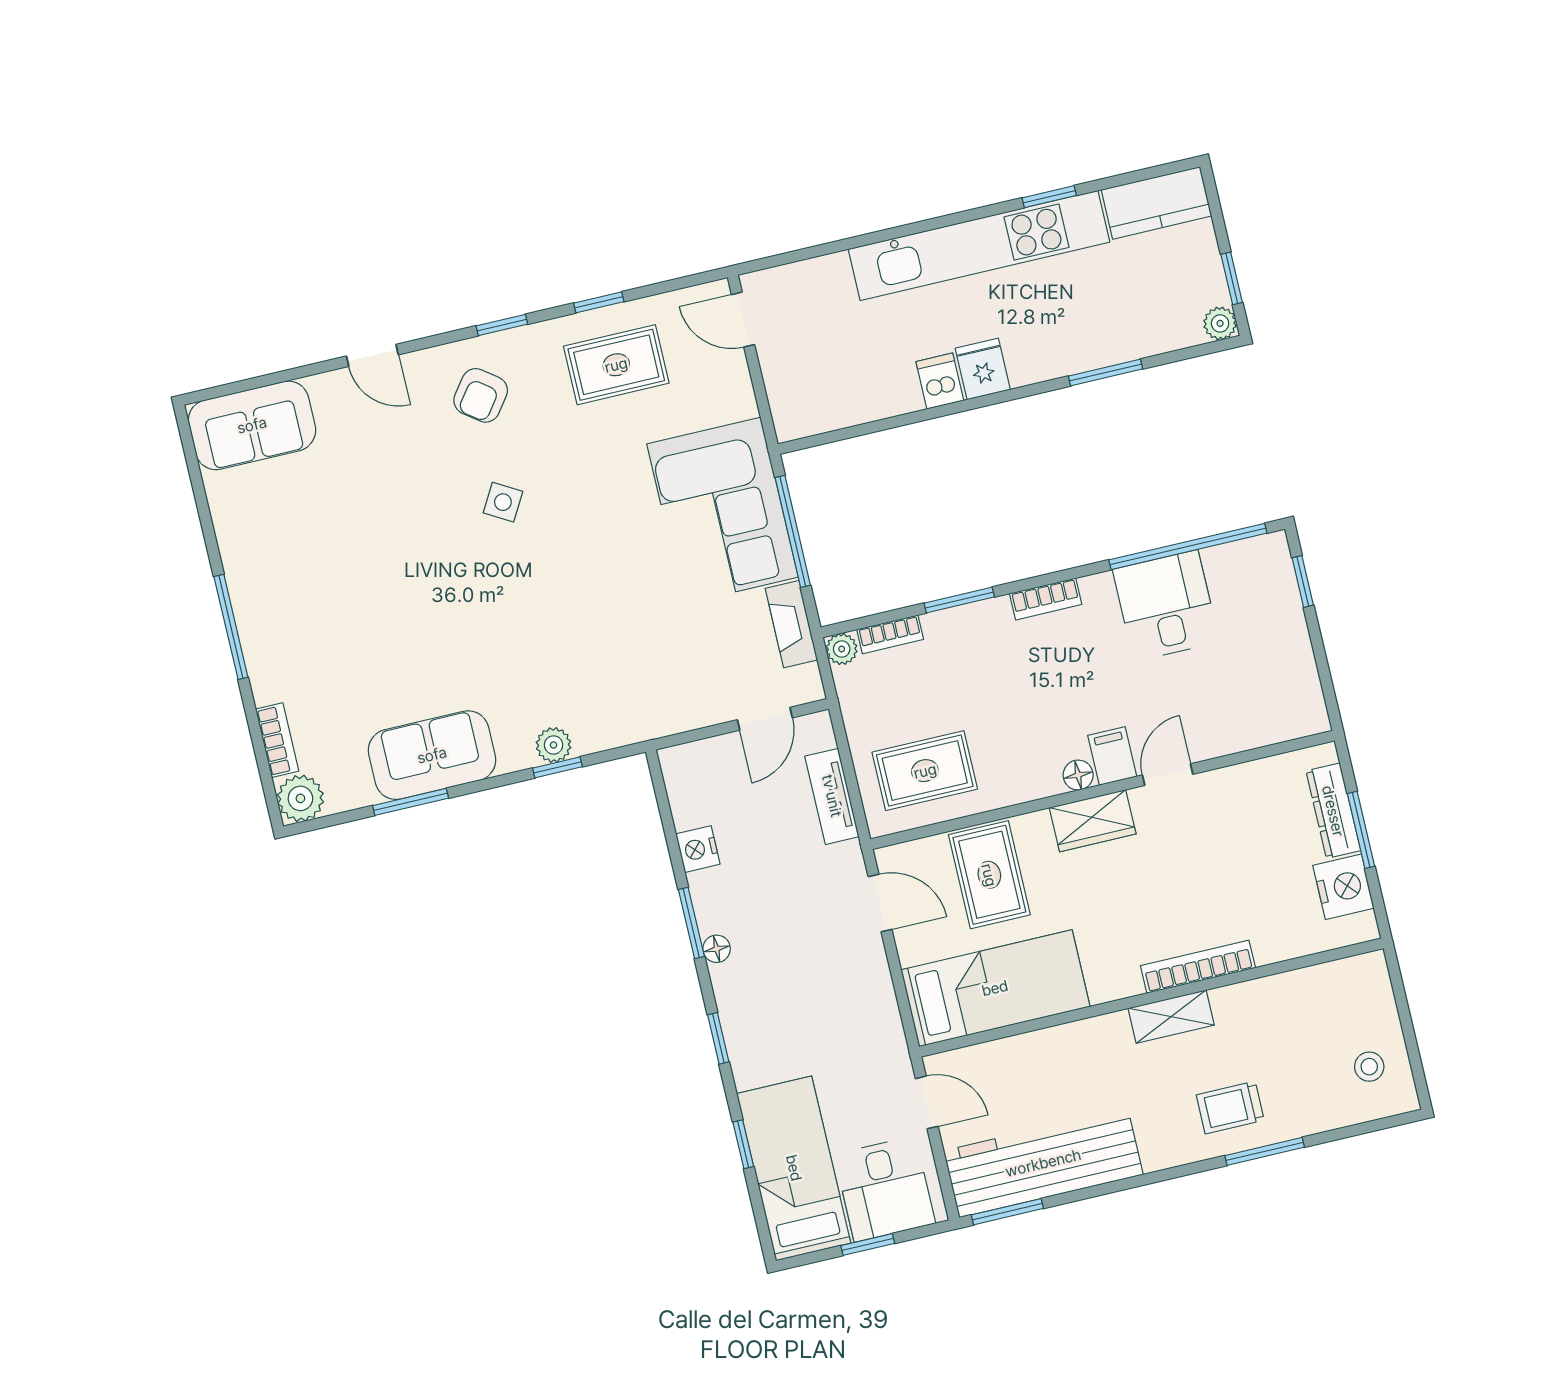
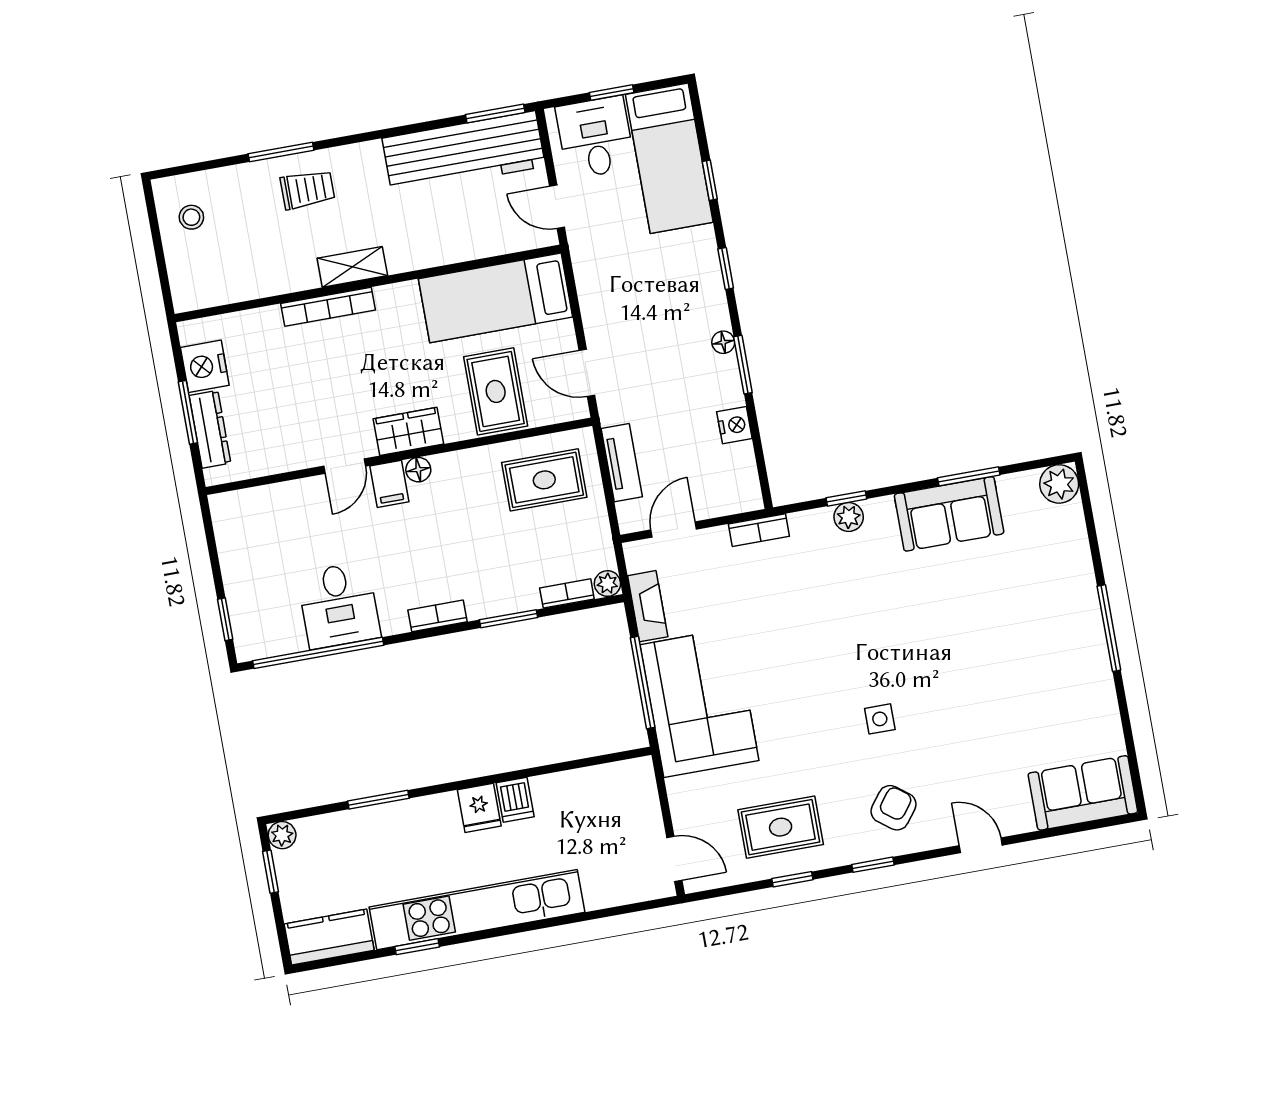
side table: (503, 502) -> (880, 719), turned -30
bookcase: (277, 740) -> (759, 530), moved, turned -90

